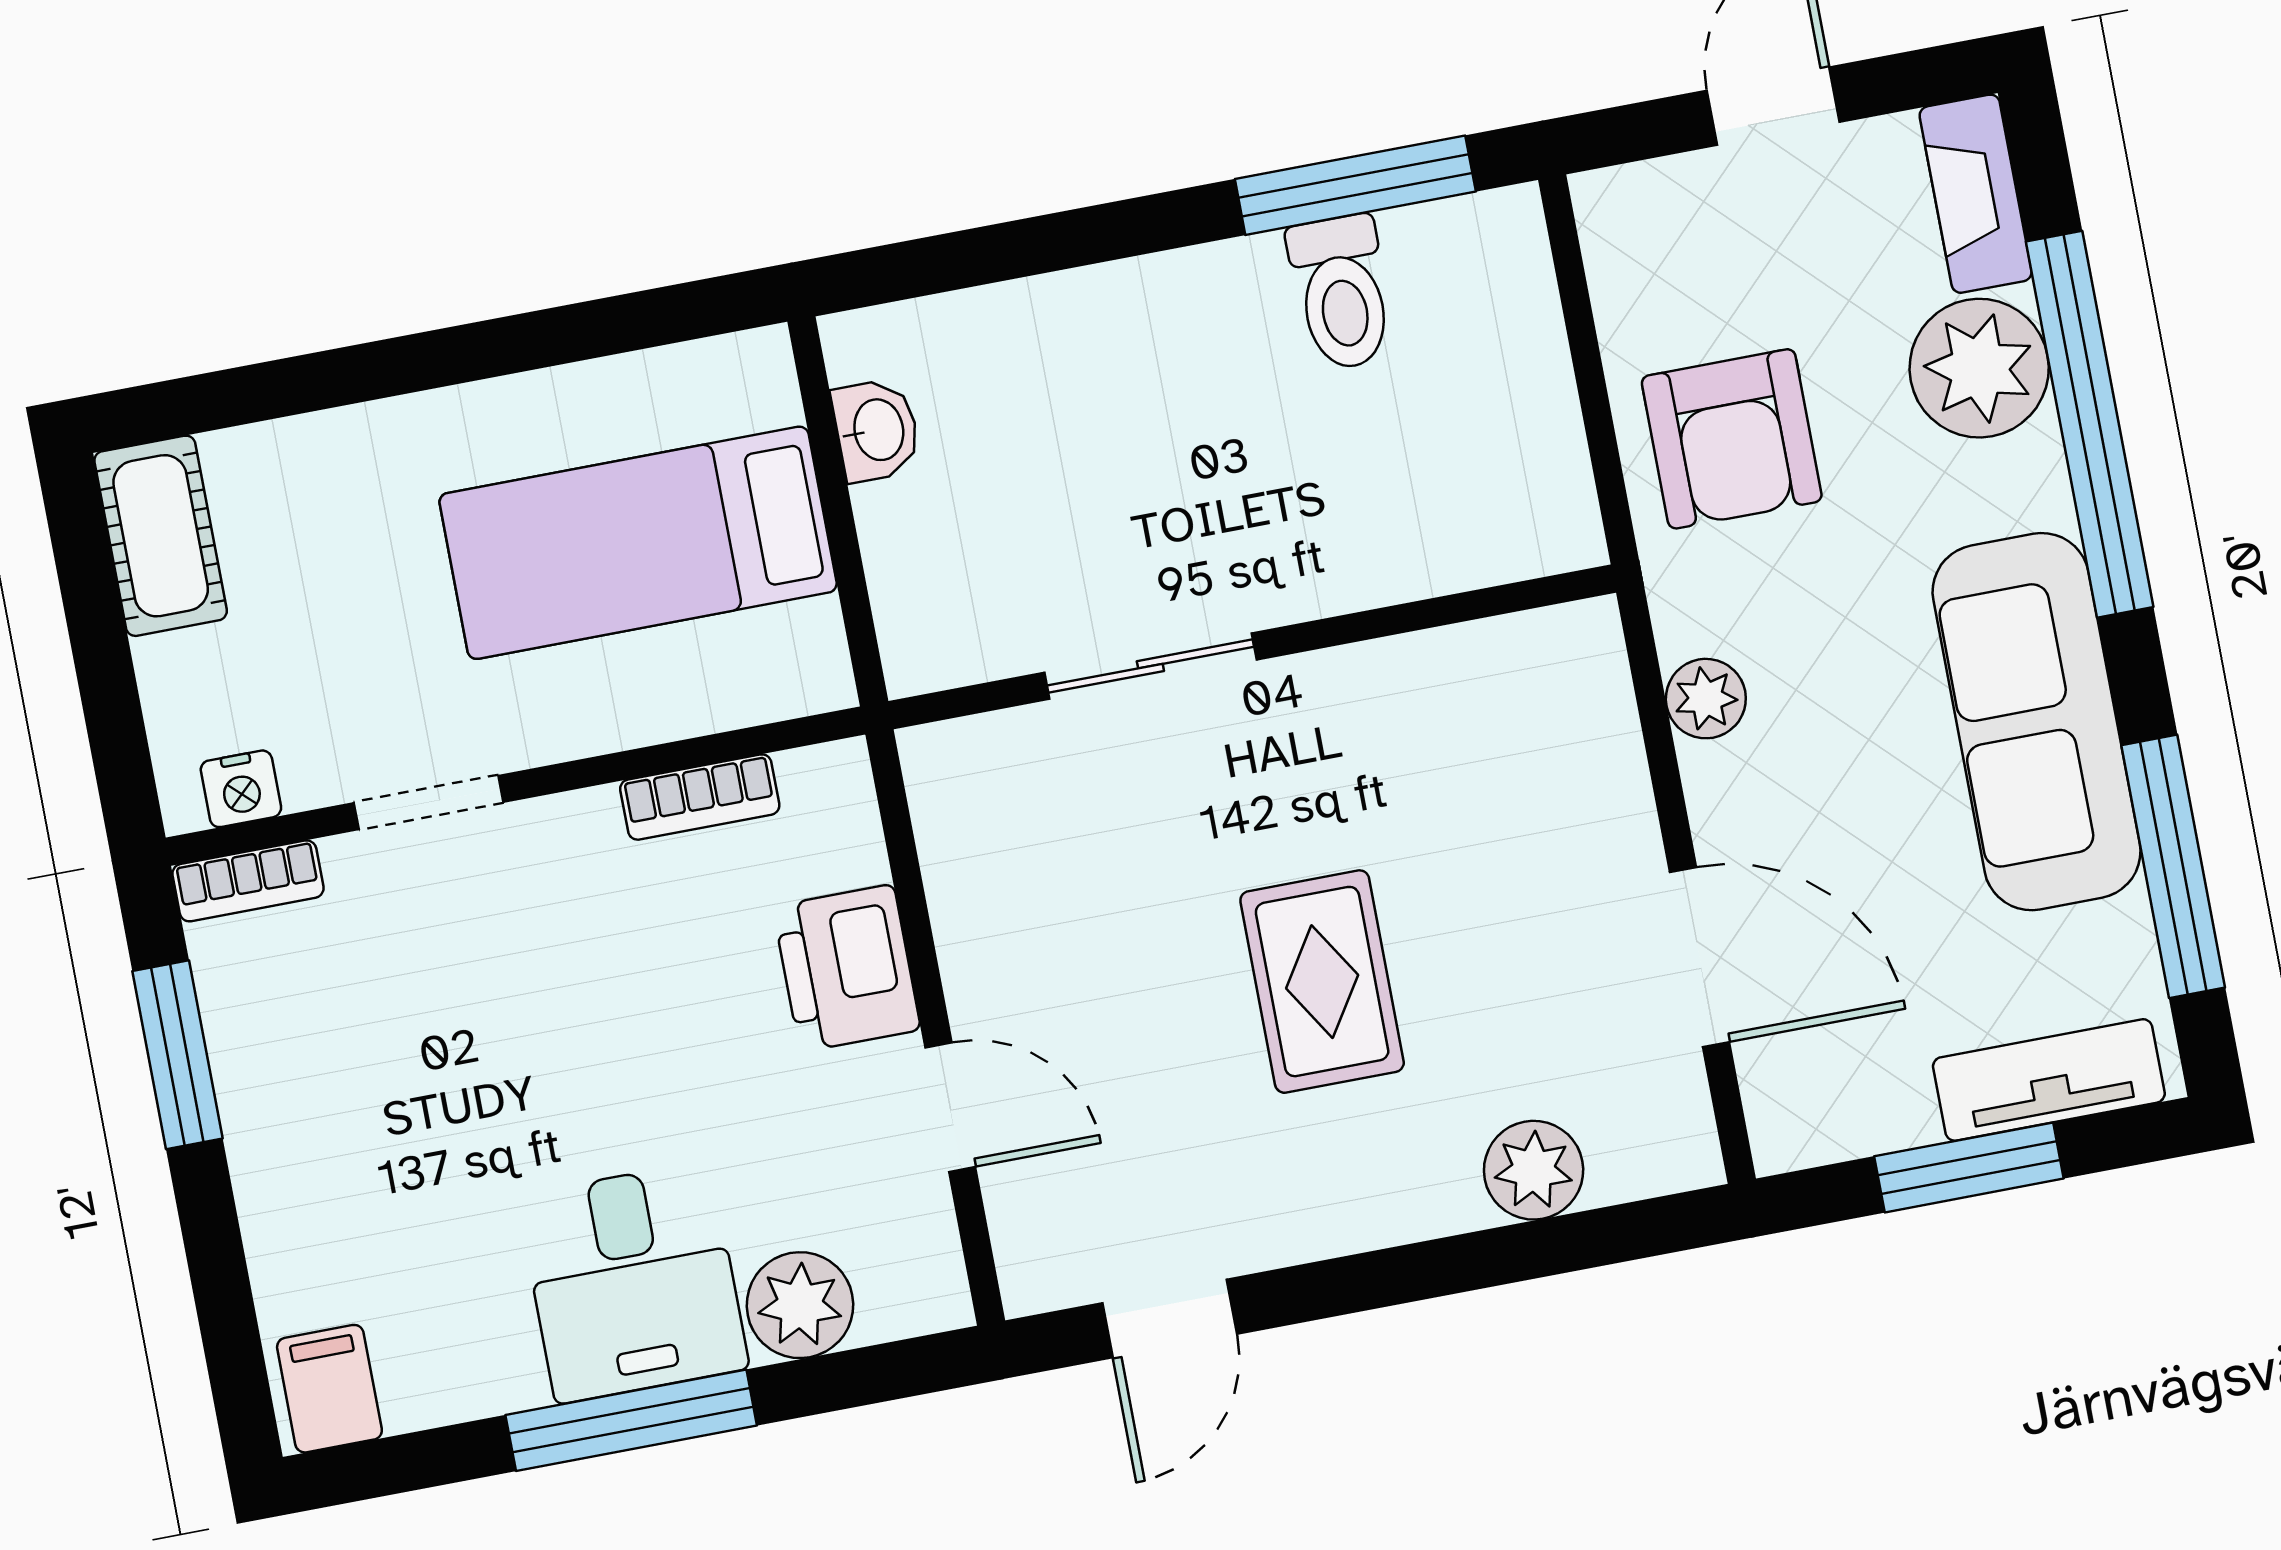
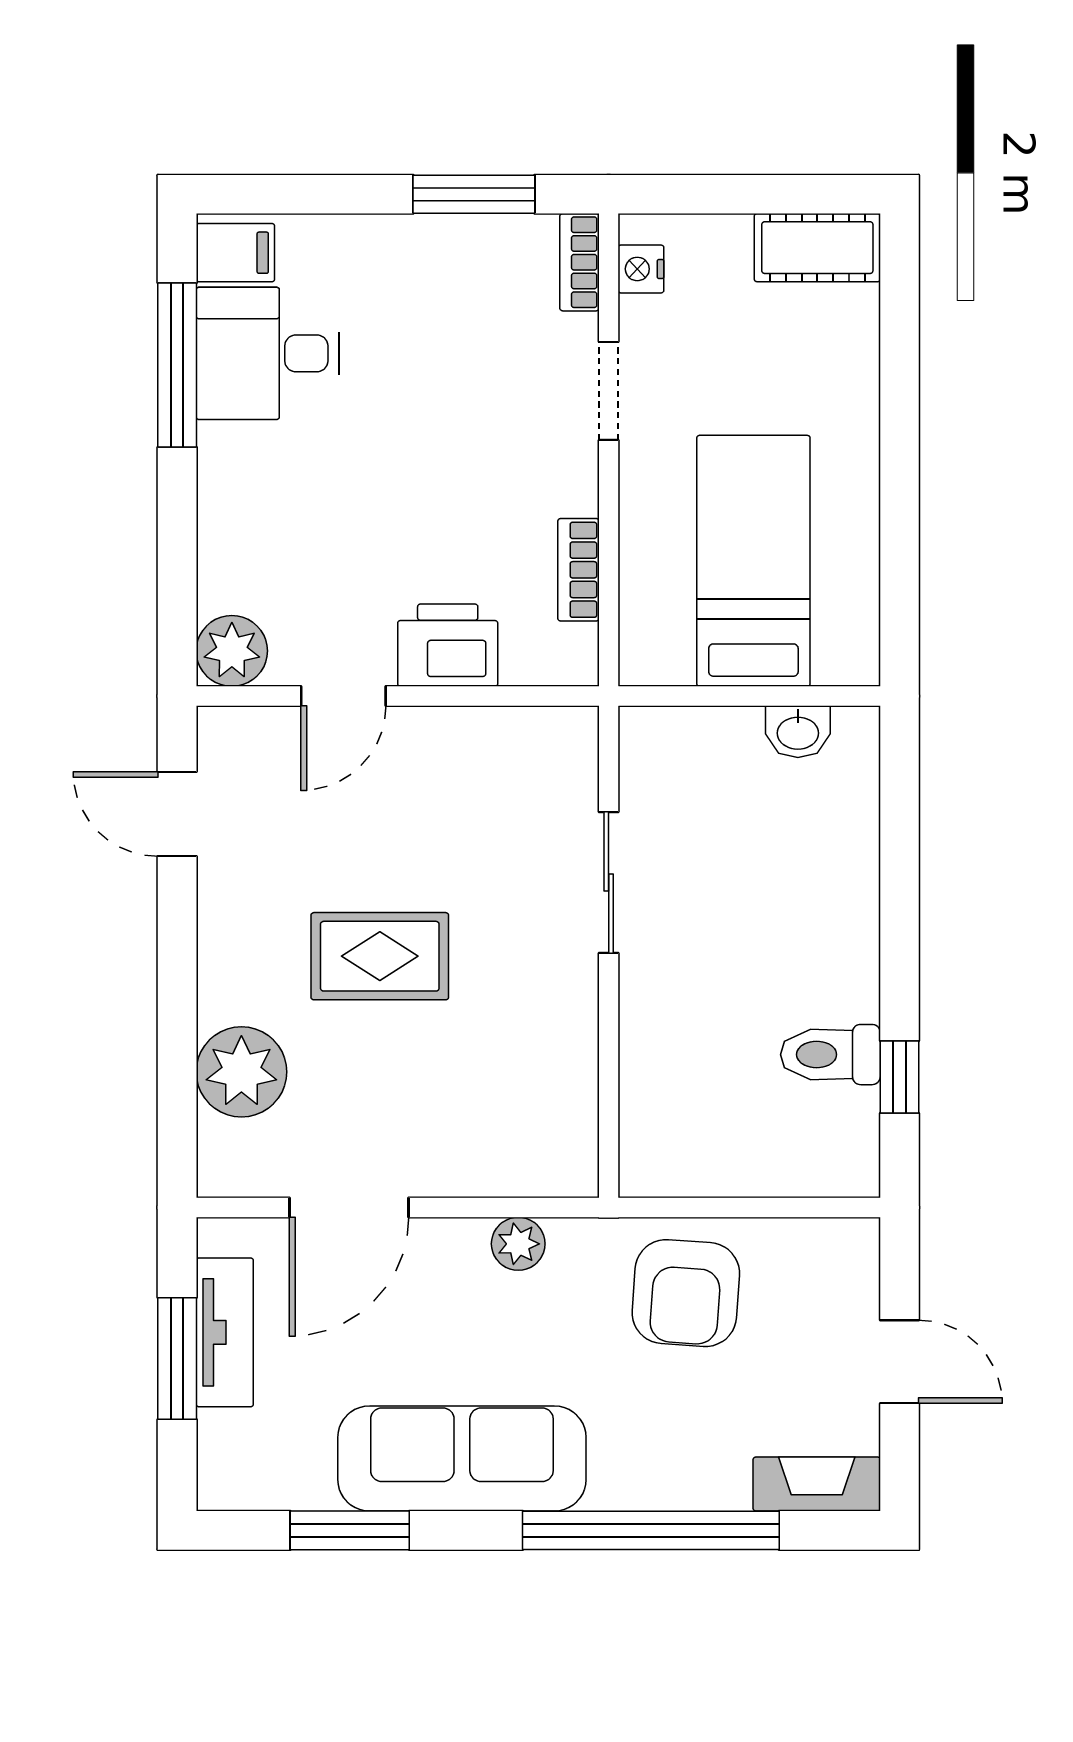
window: (1355, 185) -> (899, 1077), width x0.46
plant: (1979, 368) -> (702, 1465), removed
armchair: (1732, 439) -> (686, 1293), turned -86
window: (2173, 866) -> (350, 1530), width x0.69
tv unit: (2049, 1080) -> (225, 1332), moved
plant: (1534, 1170) -> (241, 1072), width x1.36, depth x1.36
desk: (633, 1282) -> (268, 353), moved
plant: (800, 1305) -> (232, 651), moved
window: (631, 1420) -> (177, 365), moved

